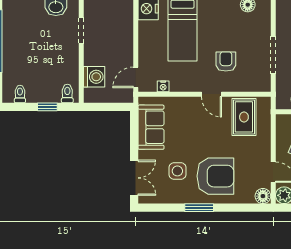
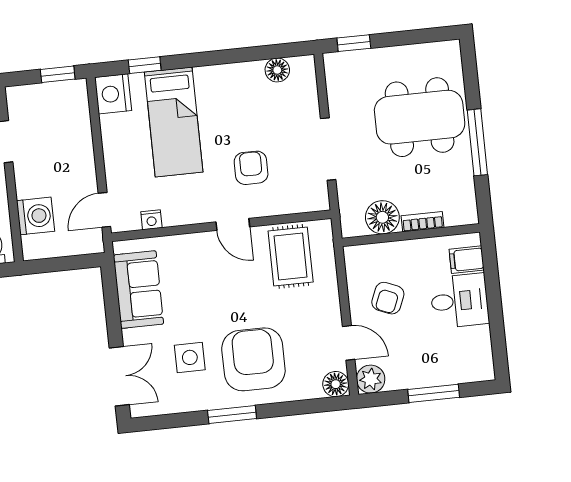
armchair: (215, 176) -> (253, 359), turned -90

